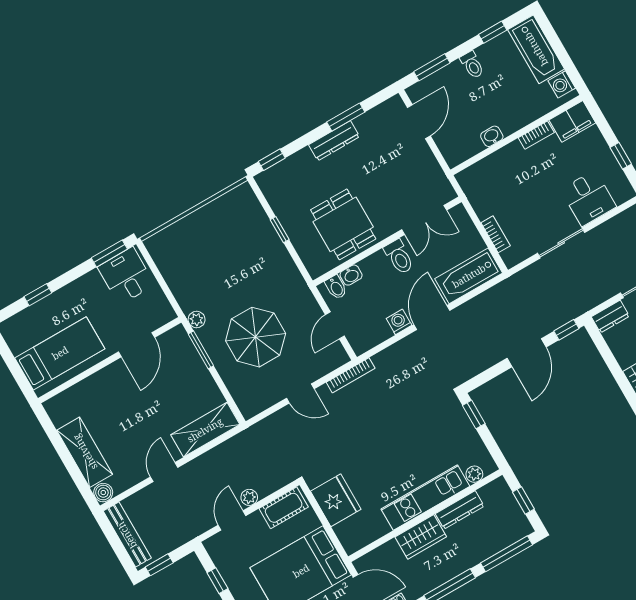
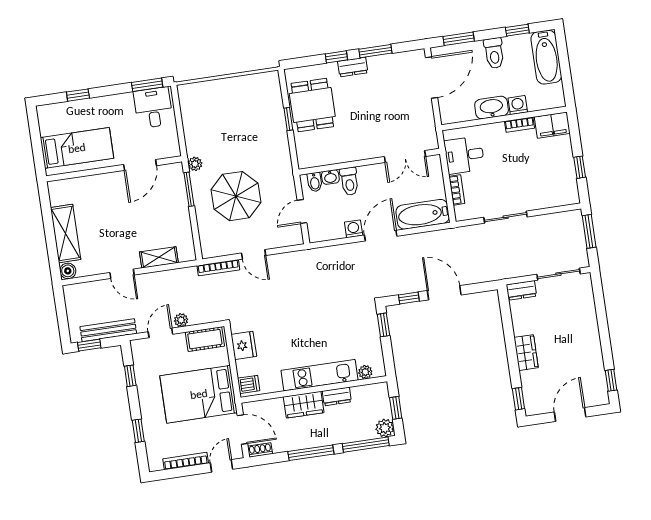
toilet: (472, 65) -> (494, 53), width x1.37, depth x1.39
washing machine: (562, 84) -> (518, 105), moved, turned 90
door: (419, 122) -> (431, 77), width x1.36
washbasin: (492, 136) -> (492, 108), width x1.91, depth x1.45
dresser: (334, 141) -> (353, 67), width x0.70
window: (272, 160) -> (336, 57), moved
desk: (589, 198) -> (464, 155), moved, turned 90
dining table: (343, 224) -> (312, 105), moved
toilet: (399, 257) -> (349, 181), moved
window: (566, 330) -> (409, 298), moved
door: (527, 353) -> (444, 293), swing flipped
bookcase: (351, 375) -> (218, 268), moved
shelving: (205, 430) -> (159, 257), width x0.67, depth x0.75
door: (164, 472) -> (122, 274), swing flipped
fridge: (336, 500) -> (244, 345), width x0.73, depth x0.75
dresser: (460, 510) -> (337, 396), width x0.70
plant: (520, 527) -> (385, 428), added
bench: (127, 535) -> (108, 330), moved, turned 90
dishwasher: (351, 539) -> (249, 384), added

